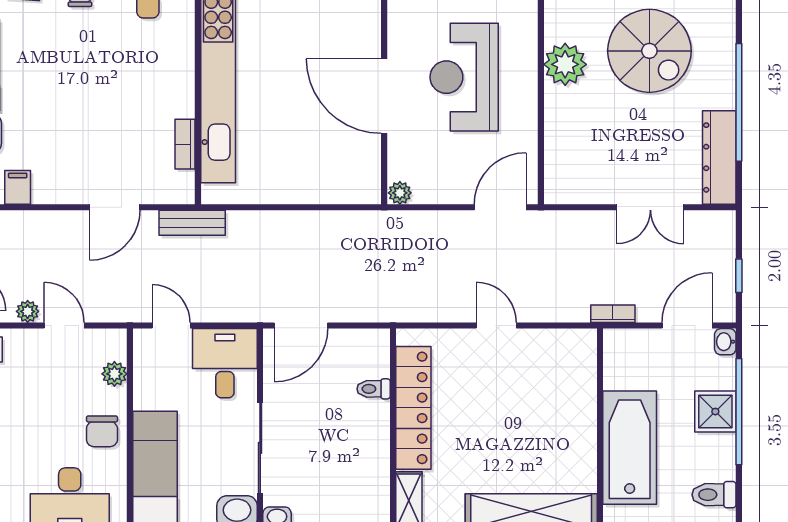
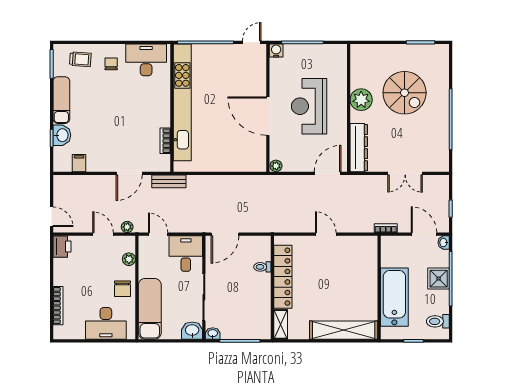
dresser: (719, 157) -> (359, 148), moved, turned 180
plant: (28, 311) -> (127, 227), moved
door: (687, 326) -> (424, 234), hinge flipped

